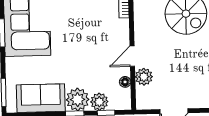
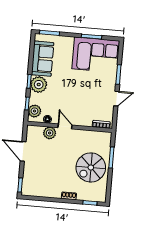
plant: (99, 102) -> (35, 111), moved

